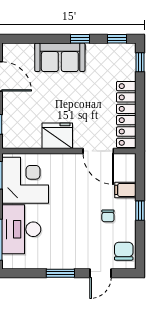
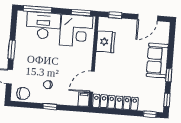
fridge: (57, 136) -> (106, 42), moved
filing cabinet: (125, 190) -> (84, 99), moved

